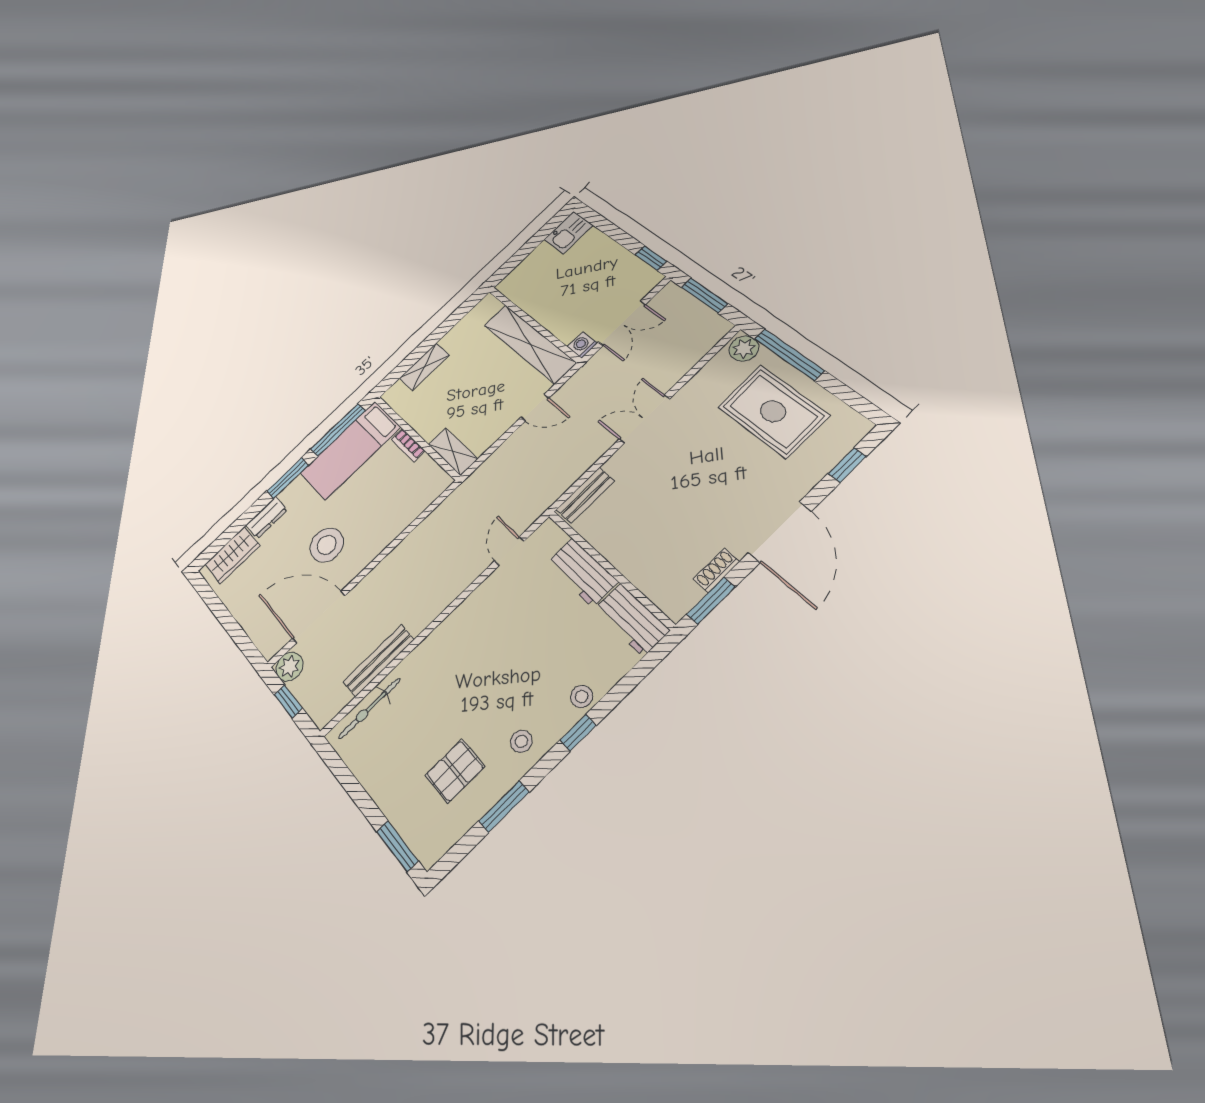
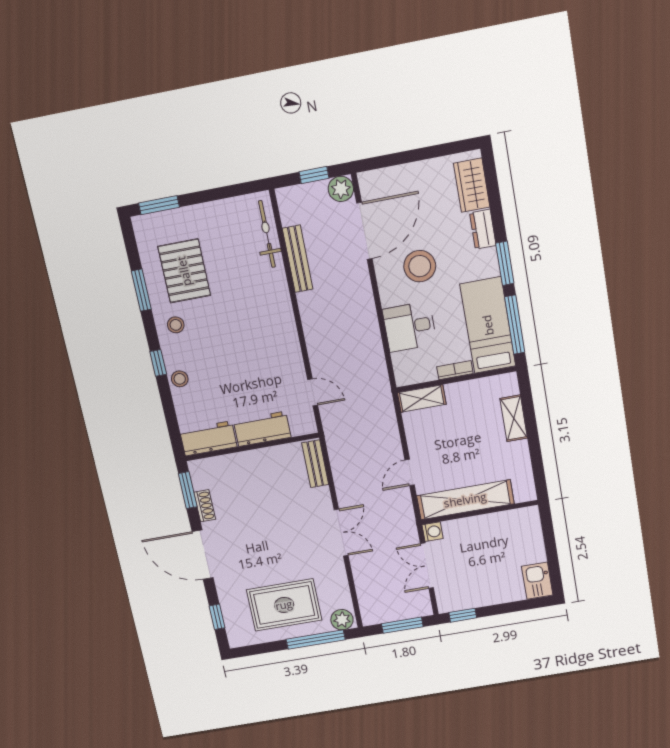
desk: (389, 512) -> (410, 327), added
pallet: (455, 771) -> (184, 271), width x1.50, depth x1.42

